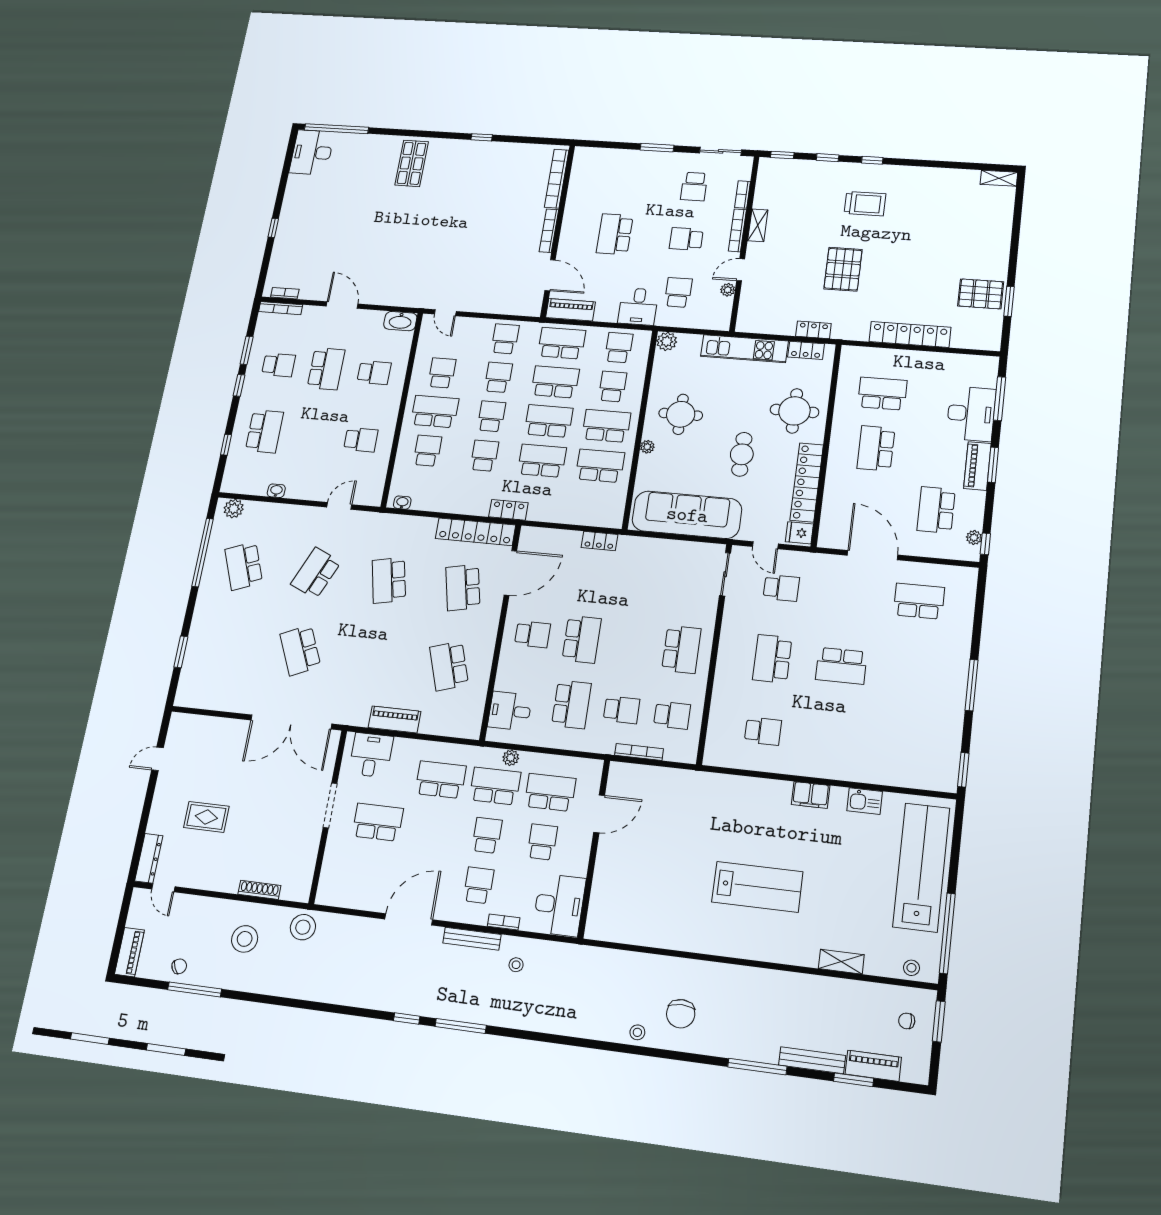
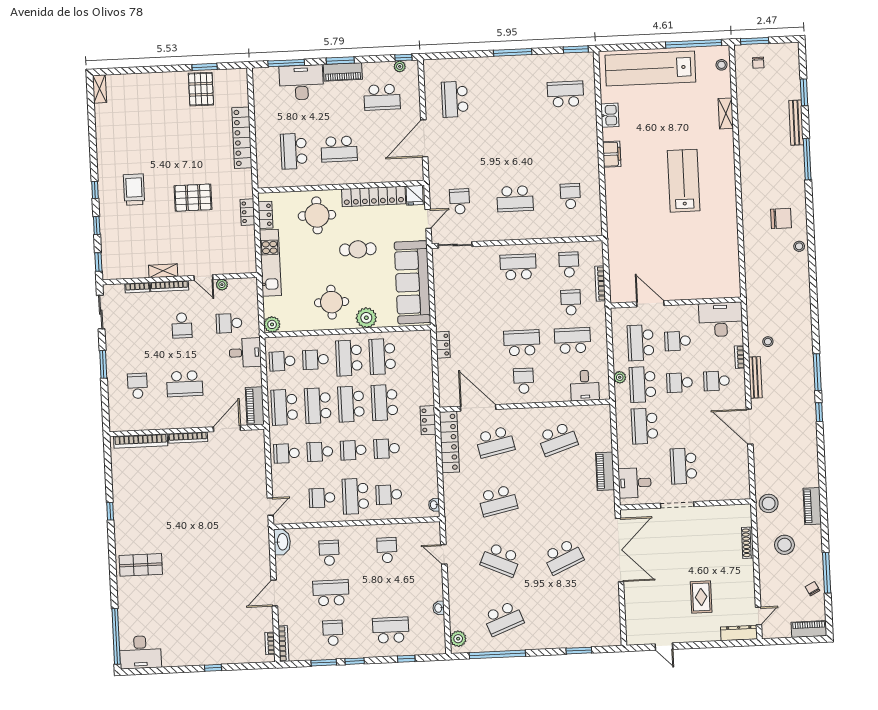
school desk: (694, 187) -> (137, 386), moved, turned -90
plant: (647, 447) -> (366, 318), width x1.88, depth x1.88
school desk: (841, 666) -> (566, 94), moved, turned -90
piano: (873, 1066) -> (812, 506), moved

